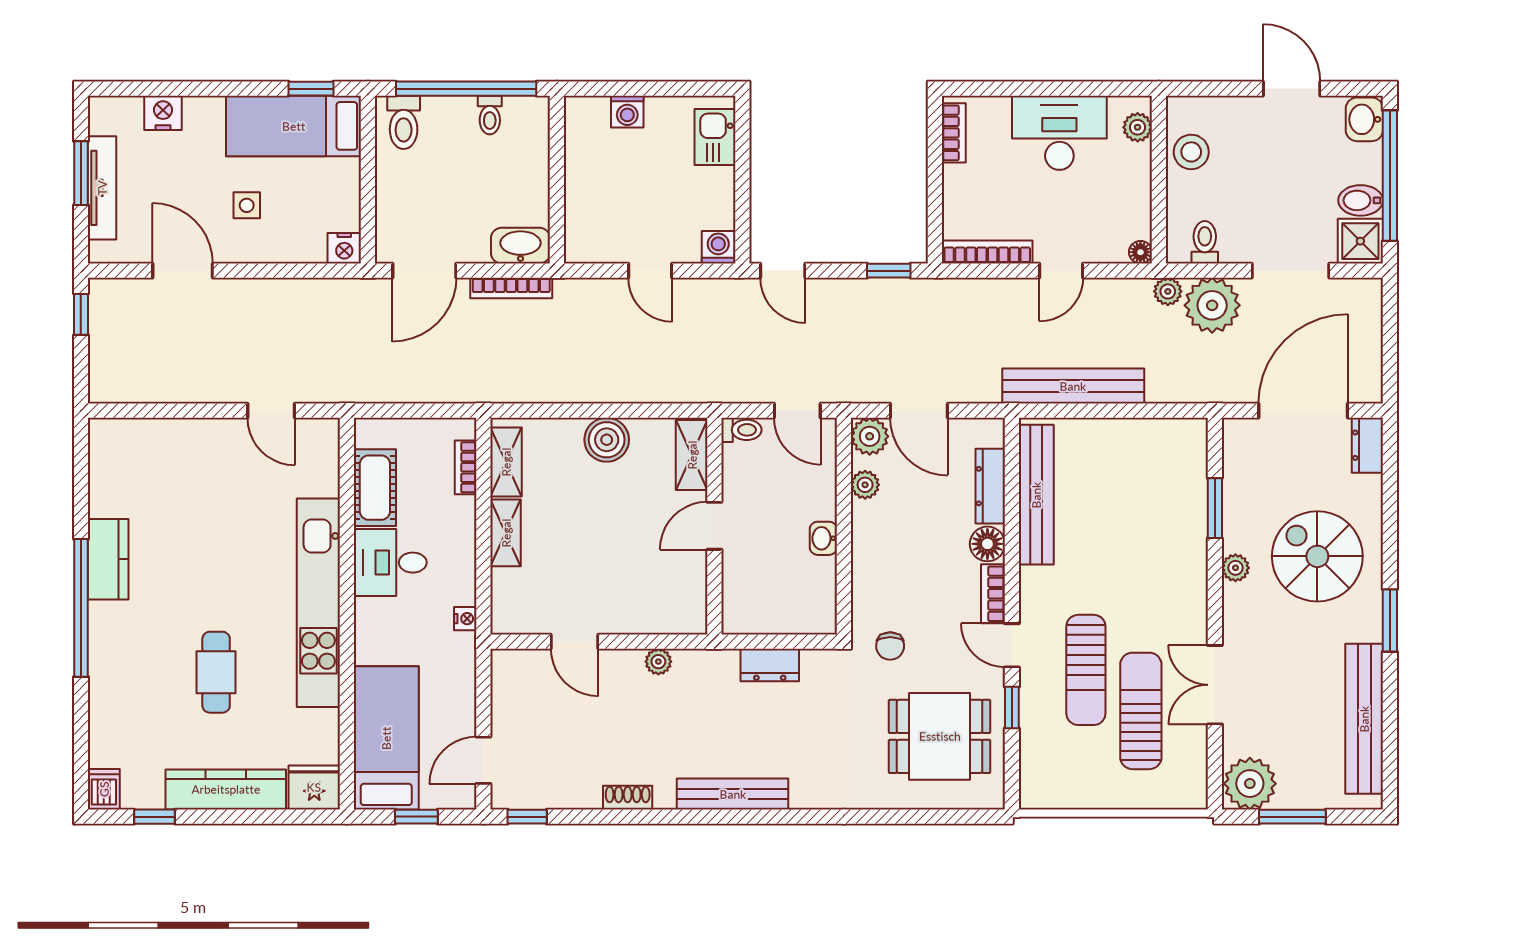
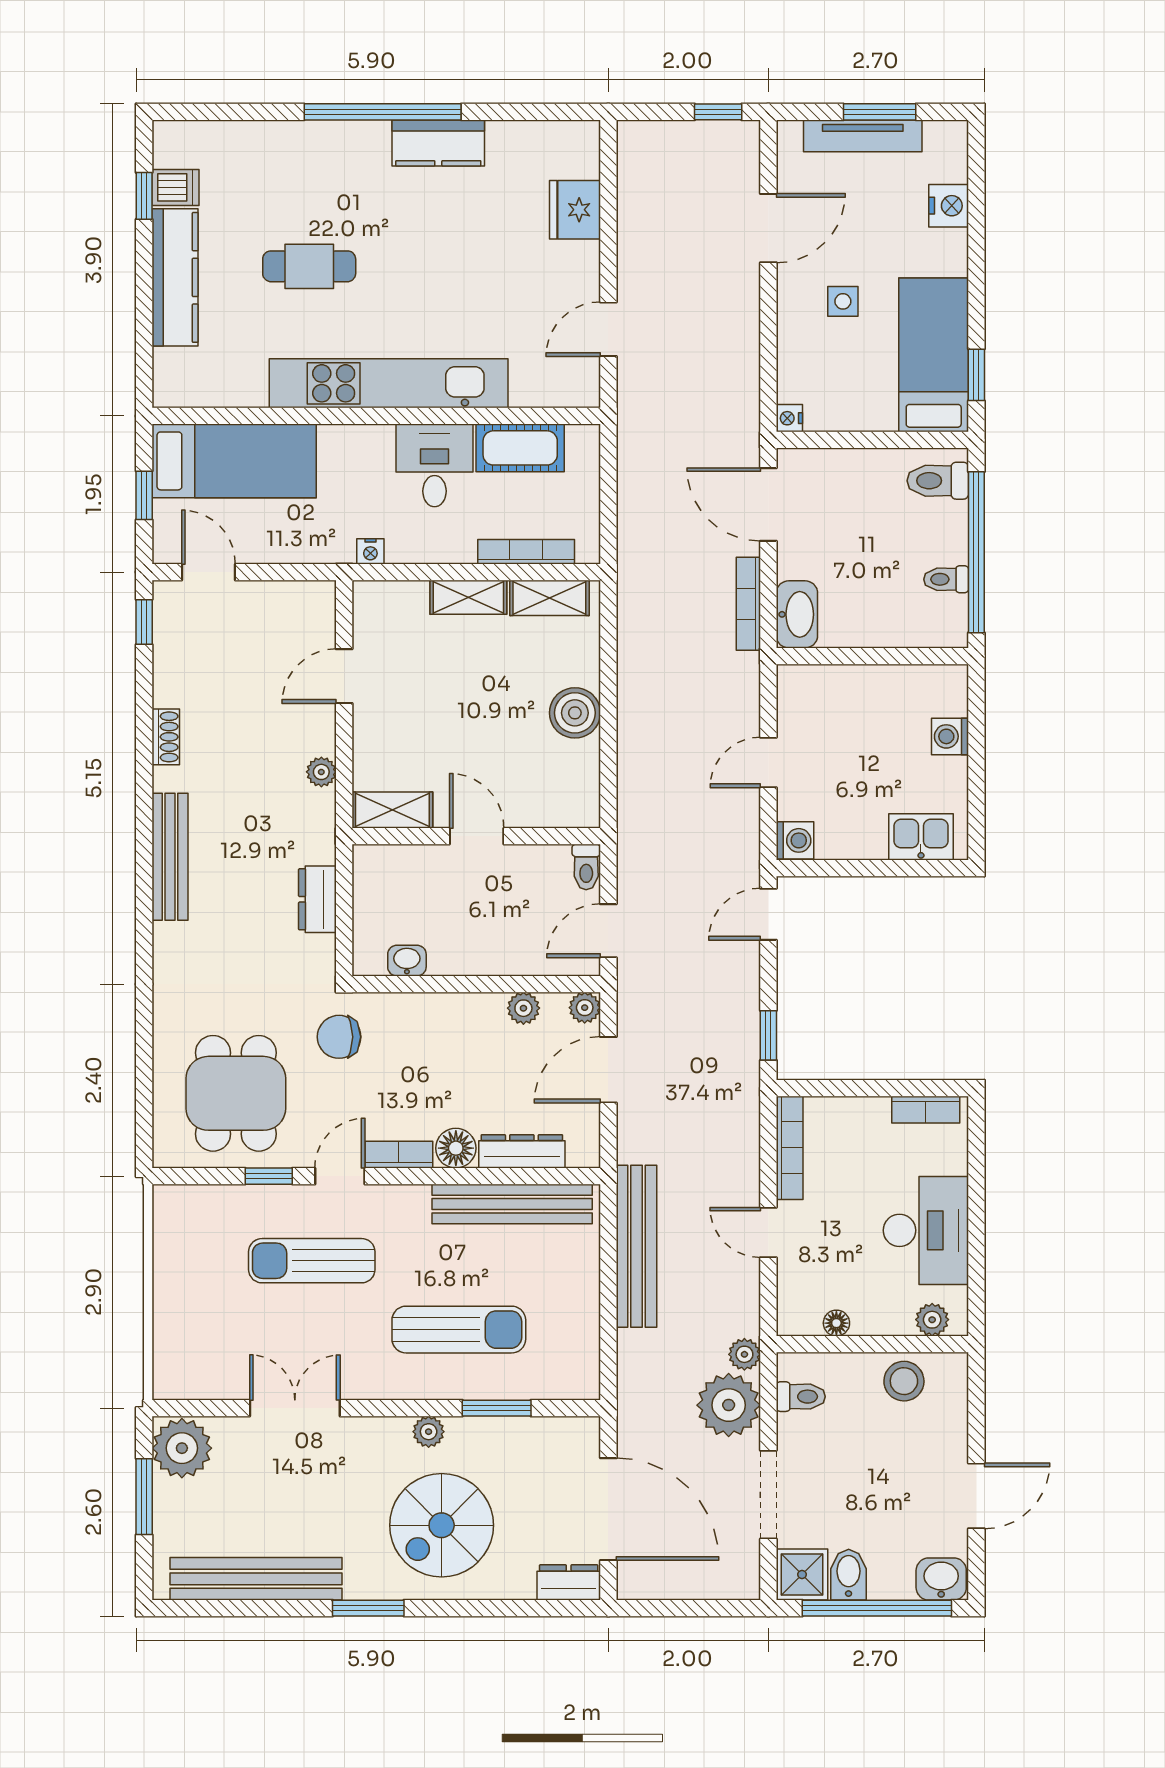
nightstand: (344, 248) -> (789, 418), width x0.72, depth x0.74
floor lamp: (1140, 252) -> (836, 1323), moved
plant: (870, 436) -> (585, 1008), width x0.73, depth x0.73
shelving: (692, 455) -> (392, 810), moved
bookcase: (466, 467) -> (526, 552), width x1.56
washbasin: (823, 538) -> (407, 961), moved
spiral stairs: (1317, 556) -> (442, 1525), turned 180
chair: (890, 646) -> (339, 1037), width x1.37, depth x1.37
sun lounger: (1141, 711) -> (459, 1330), moved
fridge: (314, 787) -> (575, 210), moved, turned 180
dishwasher: (104, 789) -> (175, 187), moved

